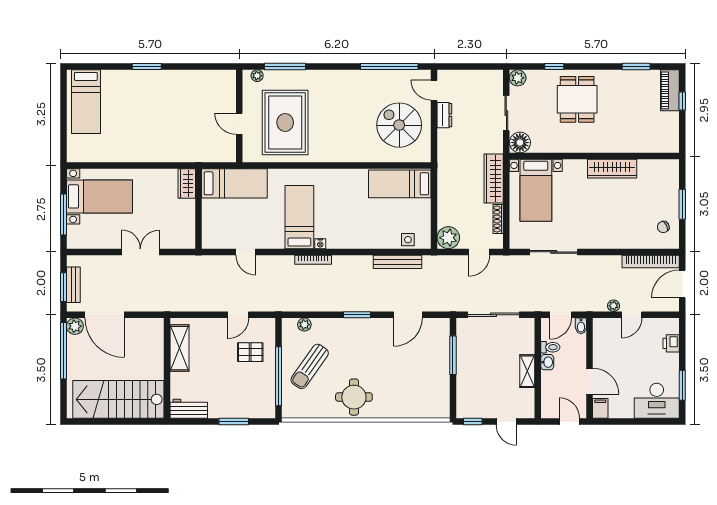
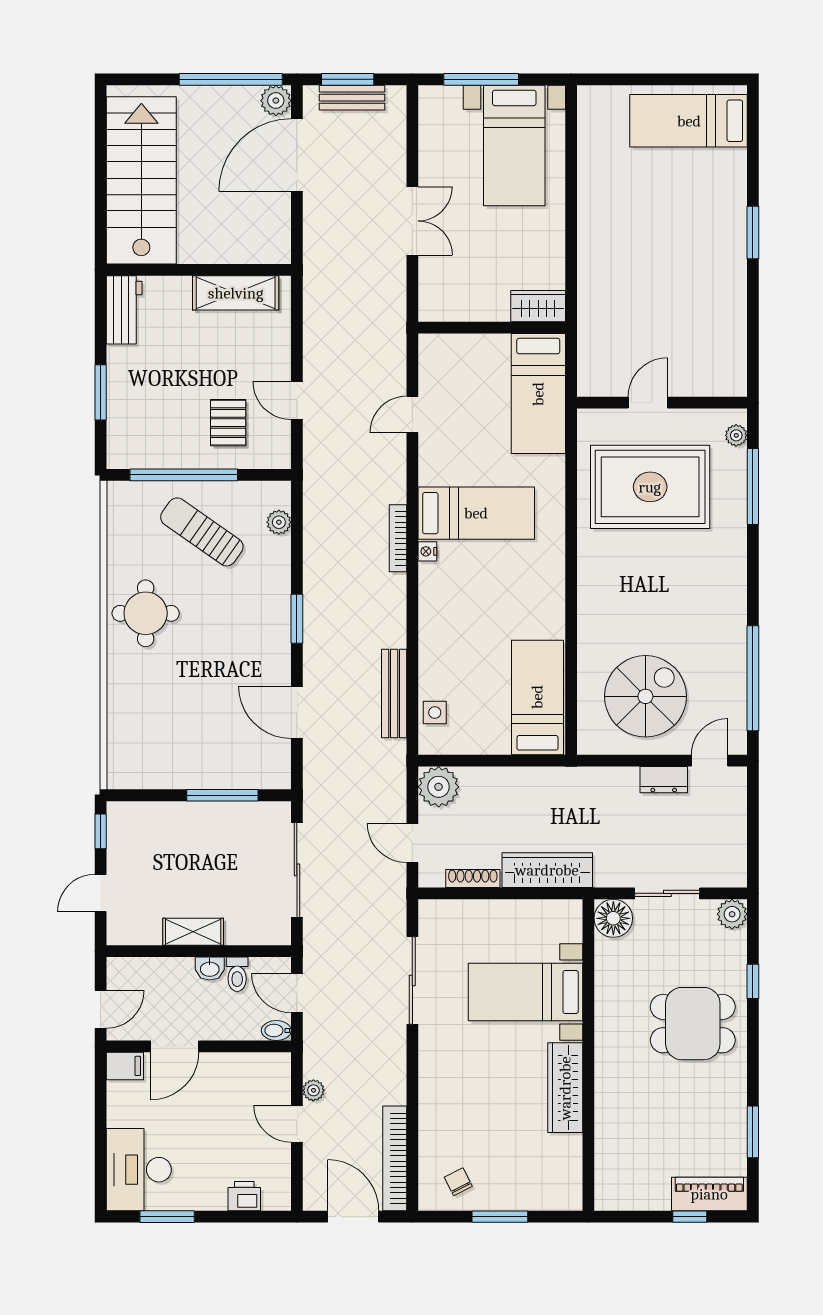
bed with nightstands: (536, 190) -> (525, 992), moved

